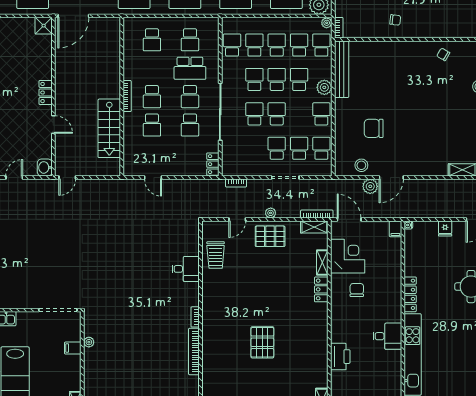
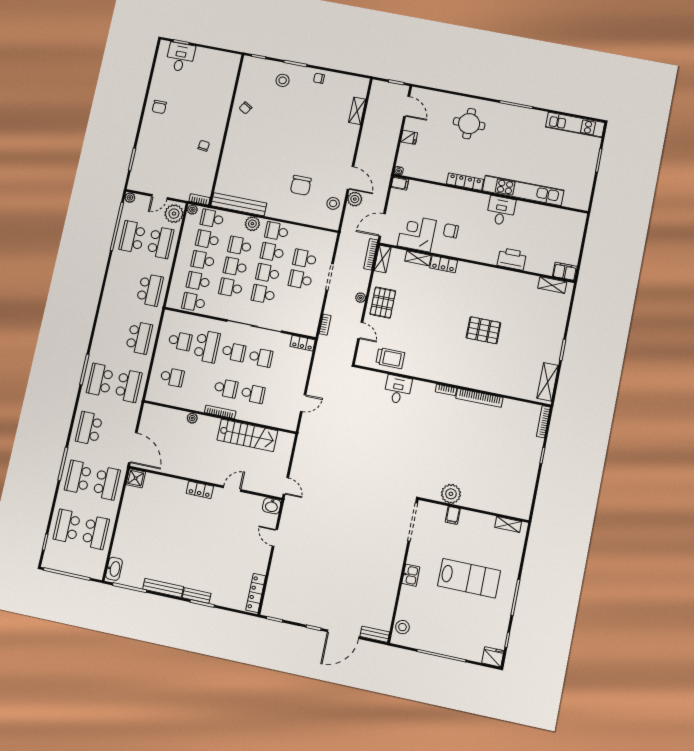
plant: (115, 69) -> (192, 418), added
school desk: (321, 148) -> (272, 252), moved
plant: (89, 342) -> (451, 494), width x1.88, depth x1.88

